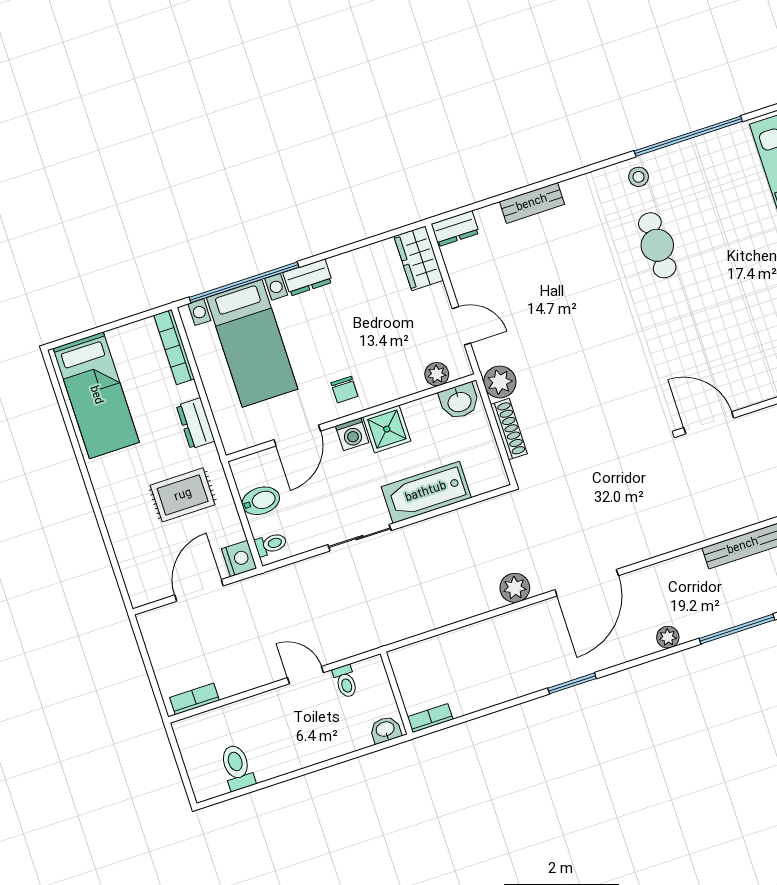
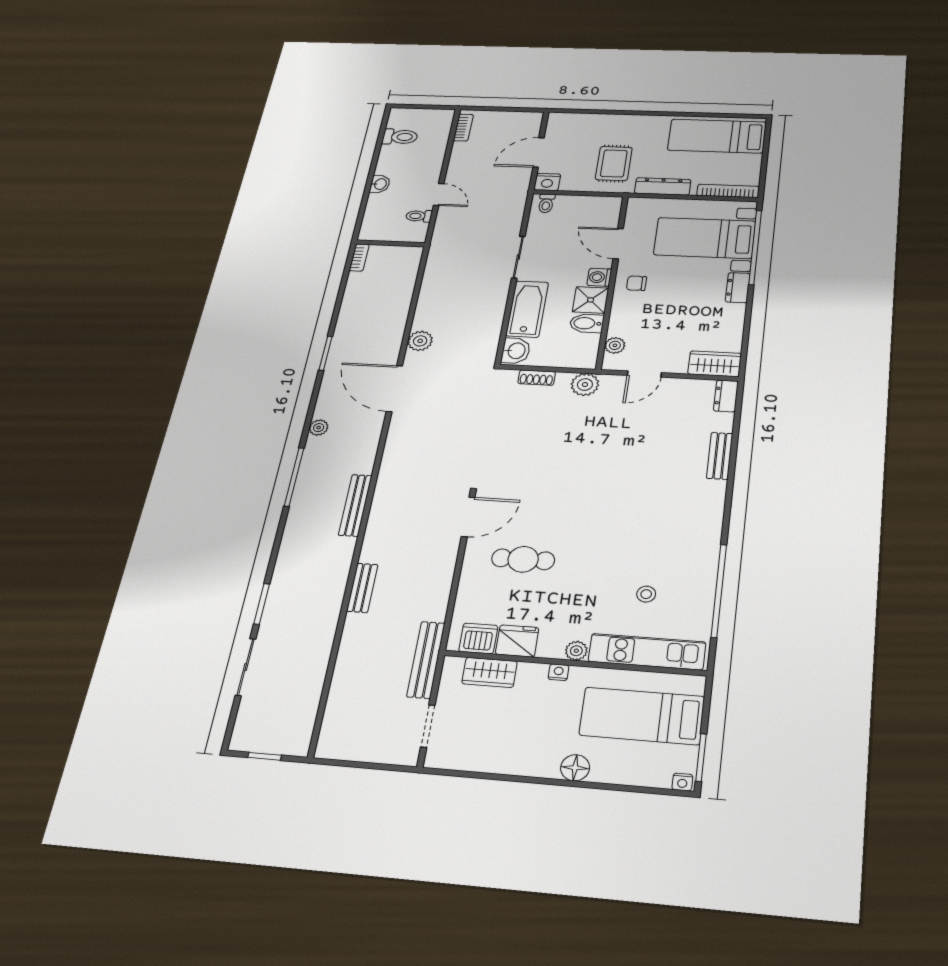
stool: (639, 177) -> (646, 594), moved
cafe table: (657, 245) -> (523, 559), moved
washbasin: (459, 401) -> (516, 351), moved, turned 180
dresser: (196, 423) -> (663, 186), width x1.44
shoe rack: (509, 429) -> (537, 378), width x0.70
bidet: (261, 501) -> (587, 323), moved, turned 90
door: (199, 590) -> (538, 152), swing flipped
door: (306, 675) -> (439, 194), hinge flipped
washbasin: (385, 730) -> (380, 184), moved

